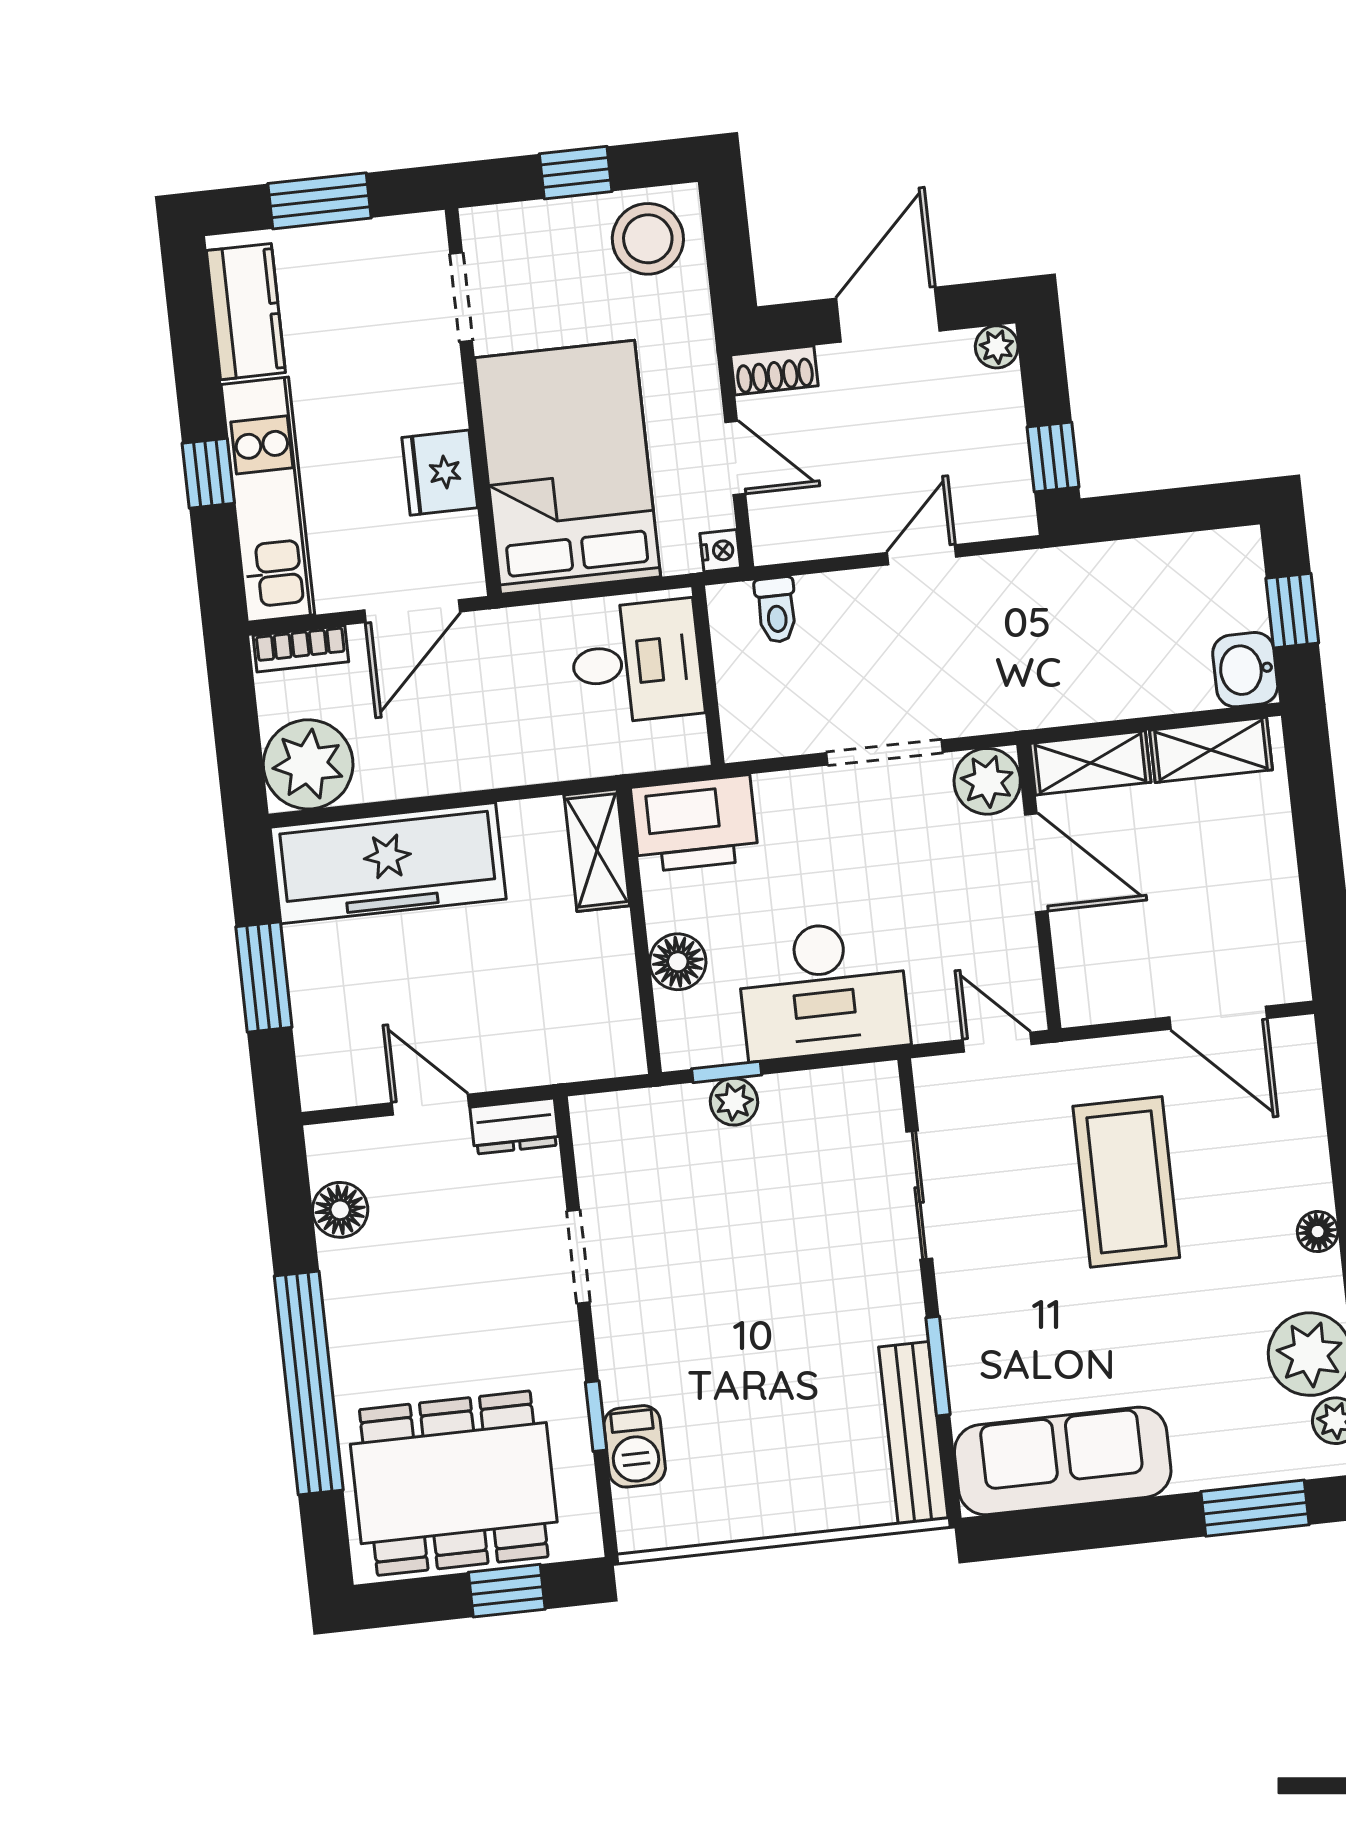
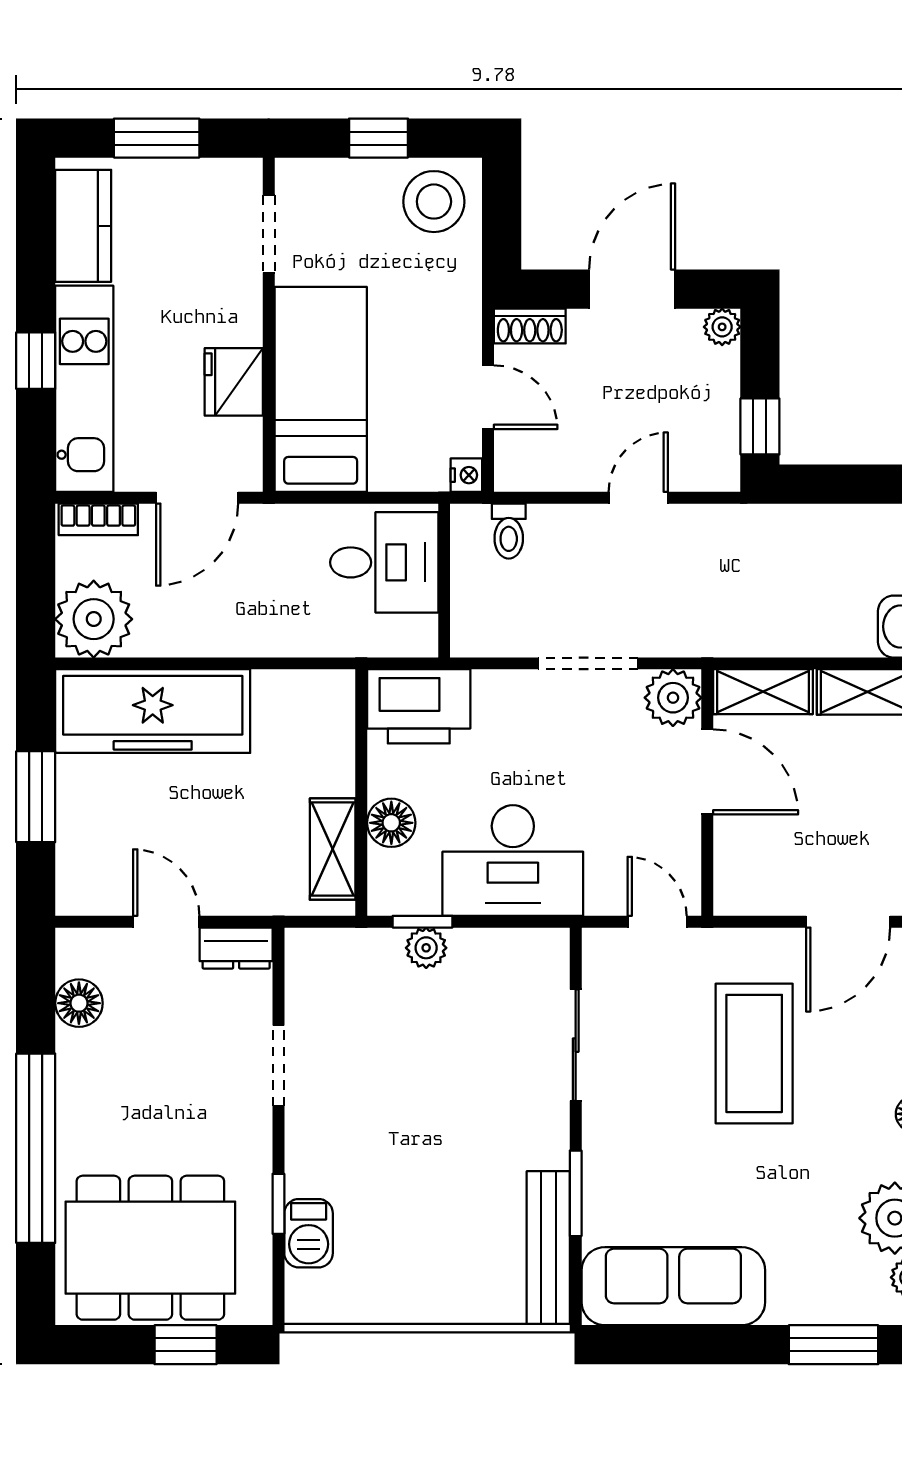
bed: (568, 467) -> (321, 389), width x0.67
shelving: (597, 850) -> (333, 849), moved
door: (1218, 1018) -> (848, 922), hinge flipped

